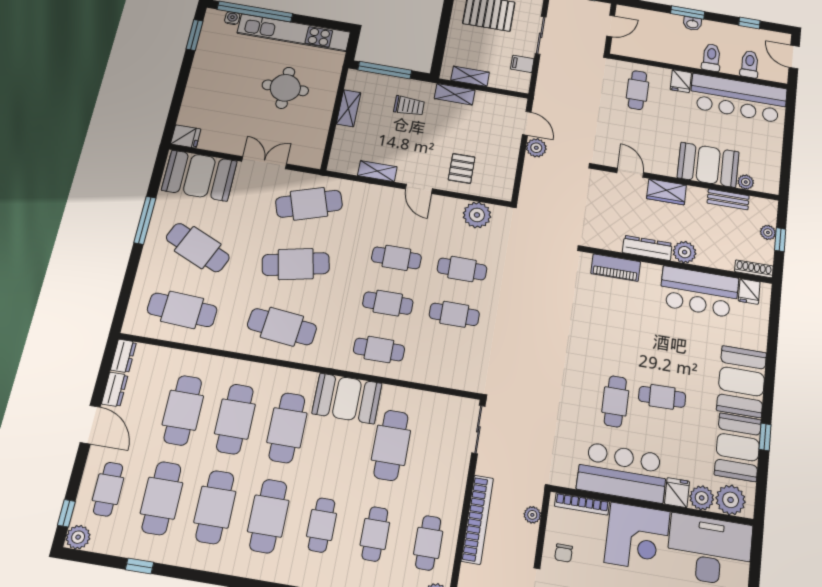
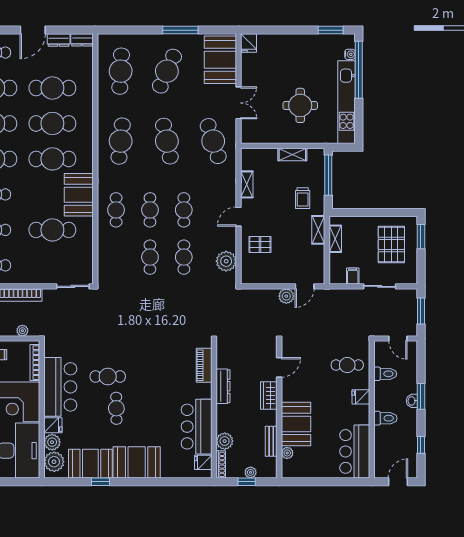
toilet: (750, 64) -> (385, 374), moved
bar counter: (738, 98) -> (355, 451), width x0.73
plant: (685, 252) -> (225, 441), moved

